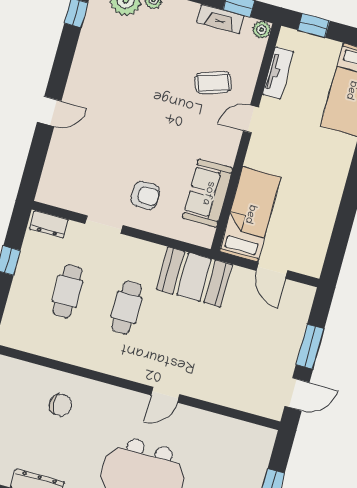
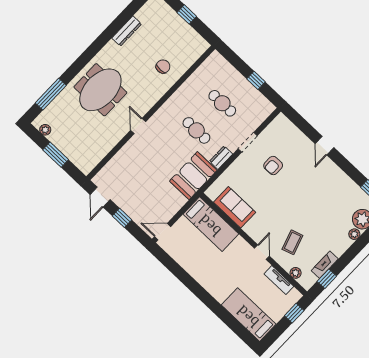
plant: (262, 30) -> (296, 273), moved
armchair: (145, 195) -> (273, 166), moved
dresser: (49, 224) -> (221, 158), moved
door: (272, 270) -> (163, 232), moved
window: (310, 347) -> (122, 218), width x0.67
chair: (61, 405) -> (163, 67), turned 180

